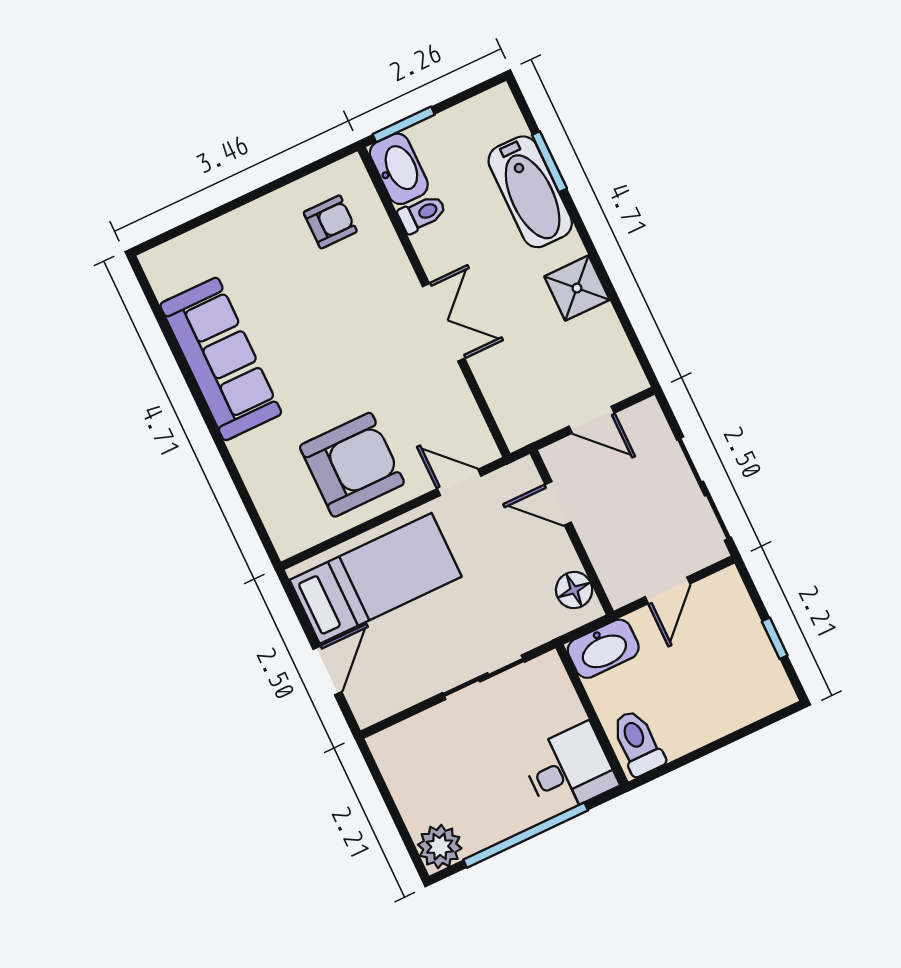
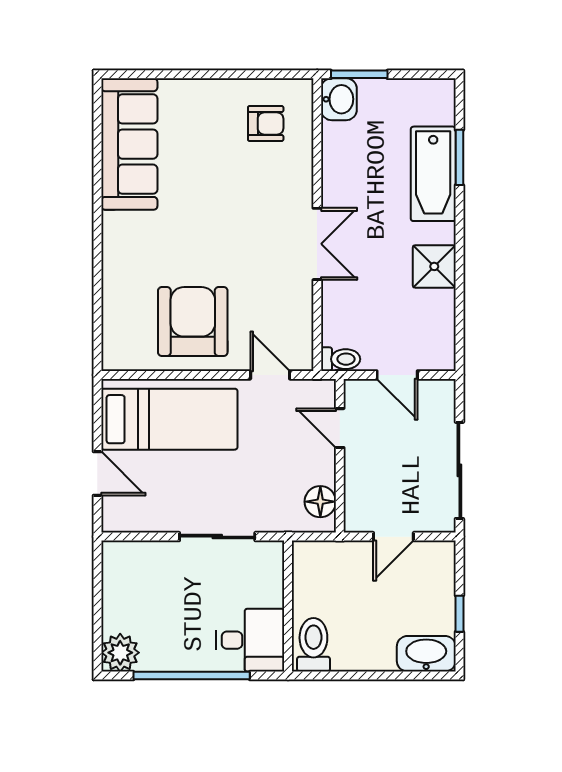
washbasin: (399, 169) -> (339, 99), width x0.72
toilet: (422, 214) -> (341, 359), moved
sofa: (221, 359) -> (129, 144), moved
armchair: (352, 465) -> (193, 322), turned -90
washbasin: (603, 649) -> (426, 654), moved, turned 180
door: (327, 671) -> (97, 473), hinge flipped

